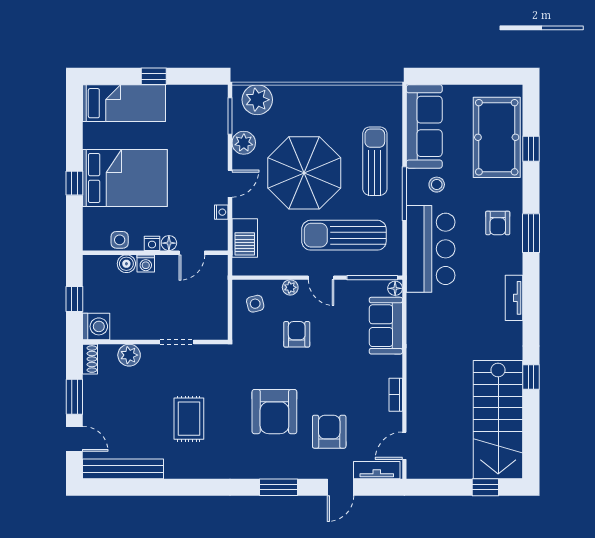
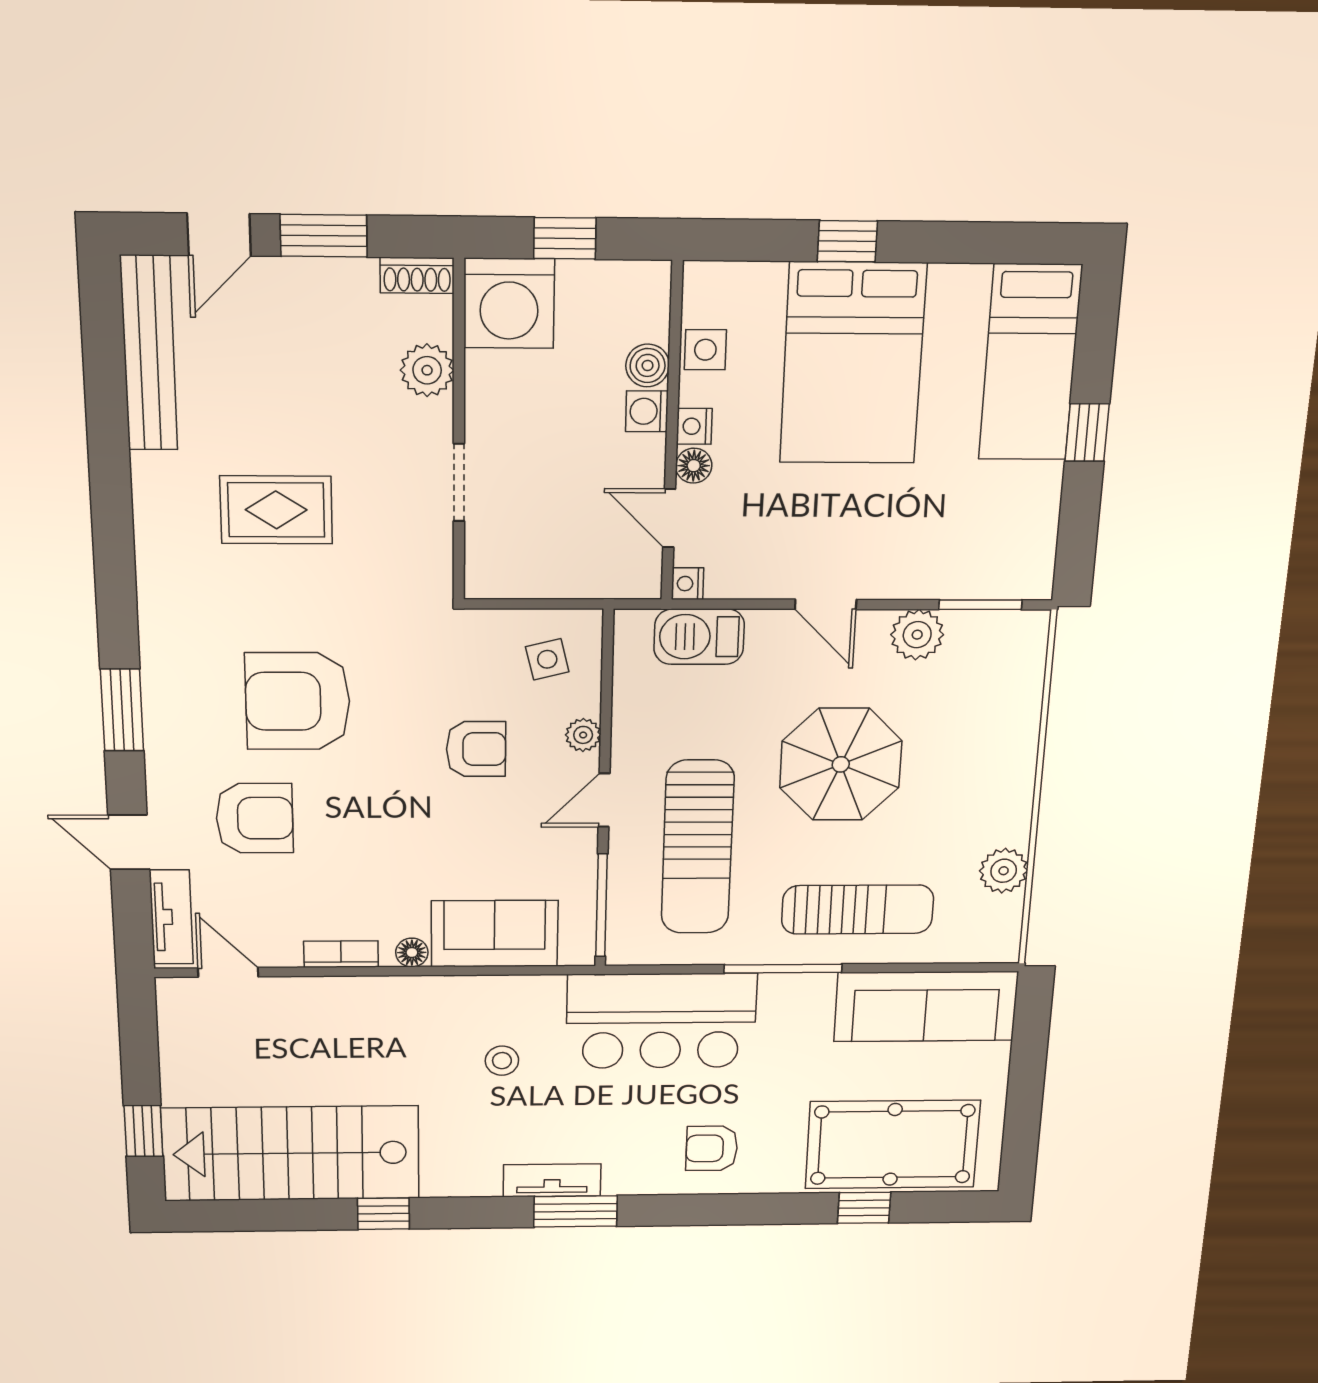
plant: (257, 100) -> (1004, 871), moved, width x0.73, depth x0.73
parasol: (304, 173) -> (841, 764), width x0.73, depth x0.73
stool: (437, 185) -> (502, 1061), moved
nightstand: (221, 212) -> (687, 584), moved, turned 90
window: (531, 233) -> (575, 1211), moved
sun lounger: (344, 235) -> (698, 847), turned 180
floor lamp: (395, 288) -> (412, 953), moved
washing machine: (96, 326) -> (509, 303), width x1.37, depth x1.37

